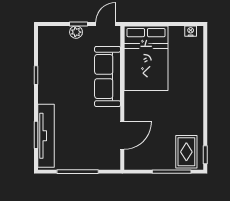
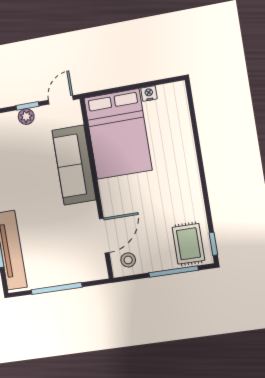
nightstand: (191, 31) -> (149, 93), moved
stool: (138, 157) -> (128, 260), added

